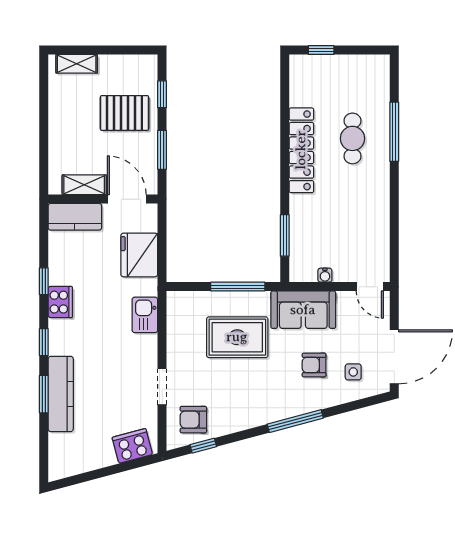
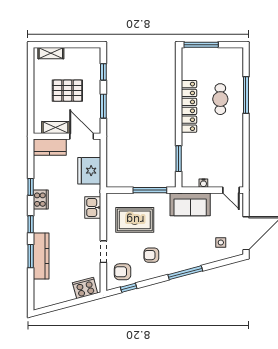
window: (321, 50) -> (201, 45), width x2.17
pallet: (124, 113) -> (67, 91), moved
rug: (237, 337) -> (135, 220), moved
armchair: (314, 365) -> (151, 255), moved

